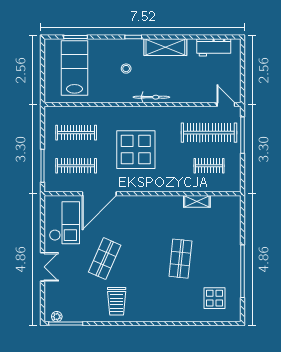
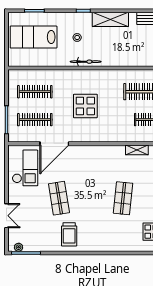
lab bench: (75, 68) -> (34, 37), turned -90
bicycle: (151, 97) -> (86, 62), moved
display table: (136, 150) -> (85, 106), width x0.73, depth x0.73
shop shelf: (105, 259) -> (59, 198), turned -33
double door: (43, 267) -> (6, 216), moved

